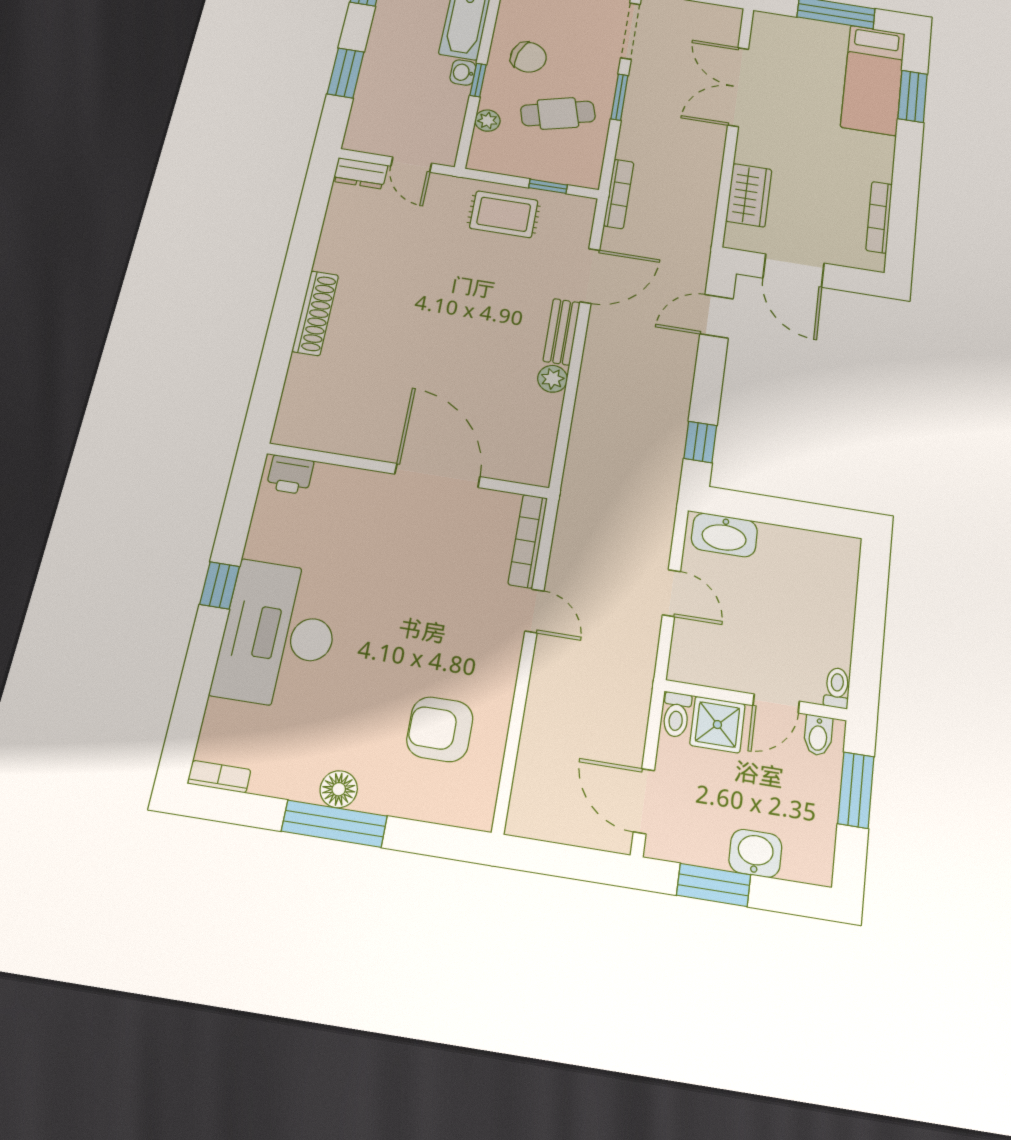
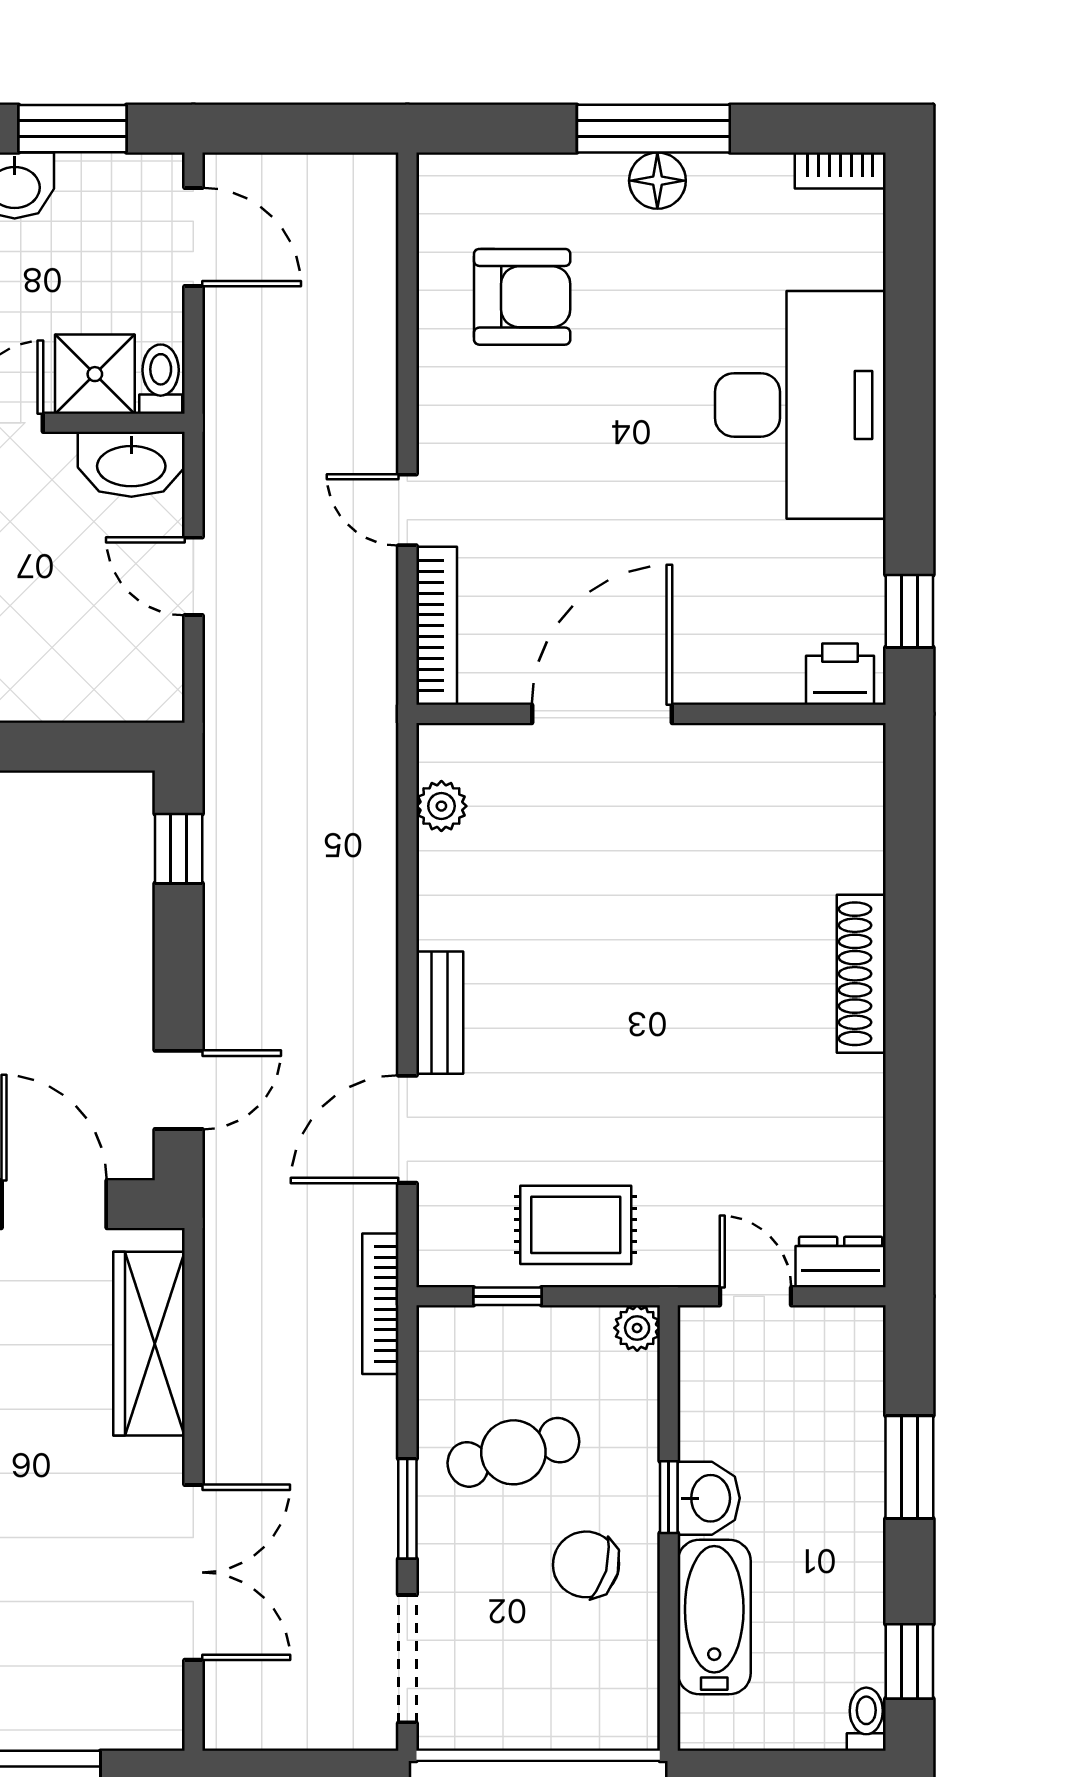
washbasin: (463, 72) -> (709, 1498), width x1.38, depth x1.45
plant: (487, 121) -> (637, 1328), moved
wardrobe: (749, 195) -> (149, 1344), width x1.50
plant: (552, 379) -> (441, 806), moved
door: (437, 475) -> (602, 714), swing flipped
washbasin: (724, 535) -> (131, 464), moved, turned 180
window: (220, 585) -> (909, 611), moved

